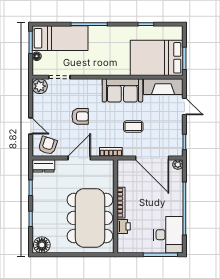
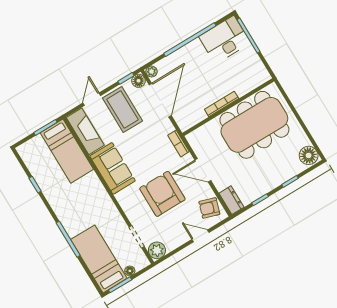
bed: (157, 58) -> (67, 151), width x0.67
armchair: (80, 116) -> (162, 194), width x1.88, depth x1.88
door: (31, 126) -> (201, 236), hinge flipped
coffee table: (133, 126) -> (123, 110), moved, width x1.86, depth x1.72
floor lamp: (177, 150) -> (138, 81), added
printer: (124, 226) -> (243, 88), removed

